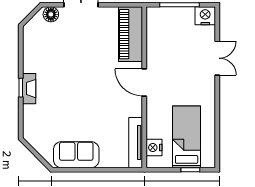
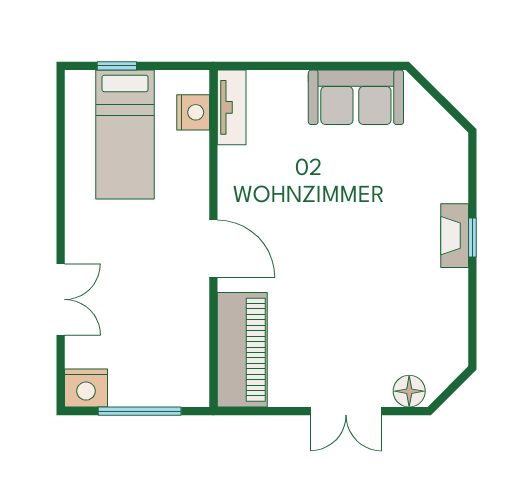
double door: (217, 58) -> (61, 299), swing flipped
tv unit: (136, 143) -> (232, 107), width x0.71

